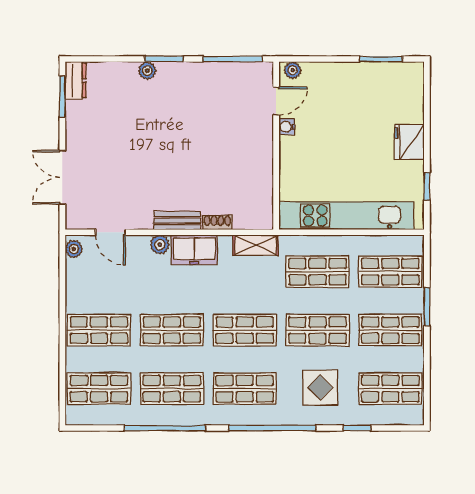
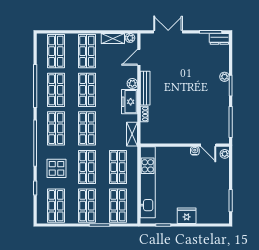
bench: (177, 221) -> (145, 88), width x1.36
shelving: (75, 281) -> (113, 38), added

